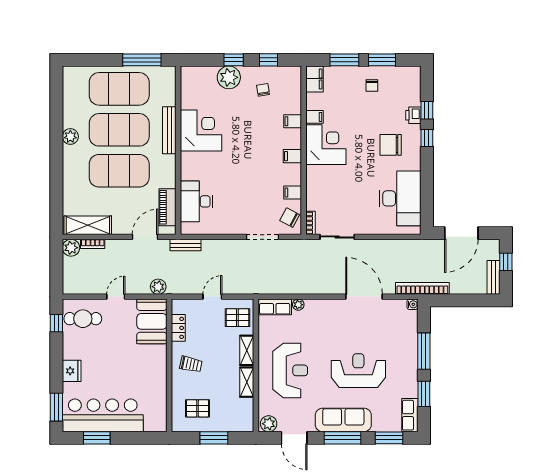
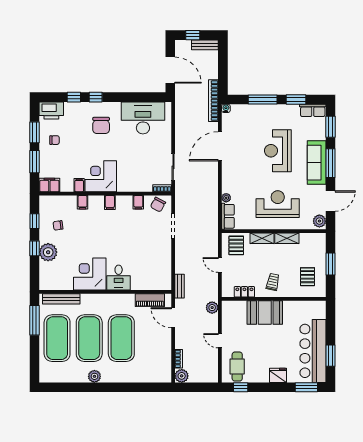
printer: (413, 115) -> (51, 110), moved, width x1.87, depth x1.48
bench: (169, 130) -> (61, 299), moved
desk: (196, 201) -> (119, 278), moved, width x0.73
shelving: (88, 225) -> (164, 363), removed
booth: (152, 321) -> (265, 312), moved

